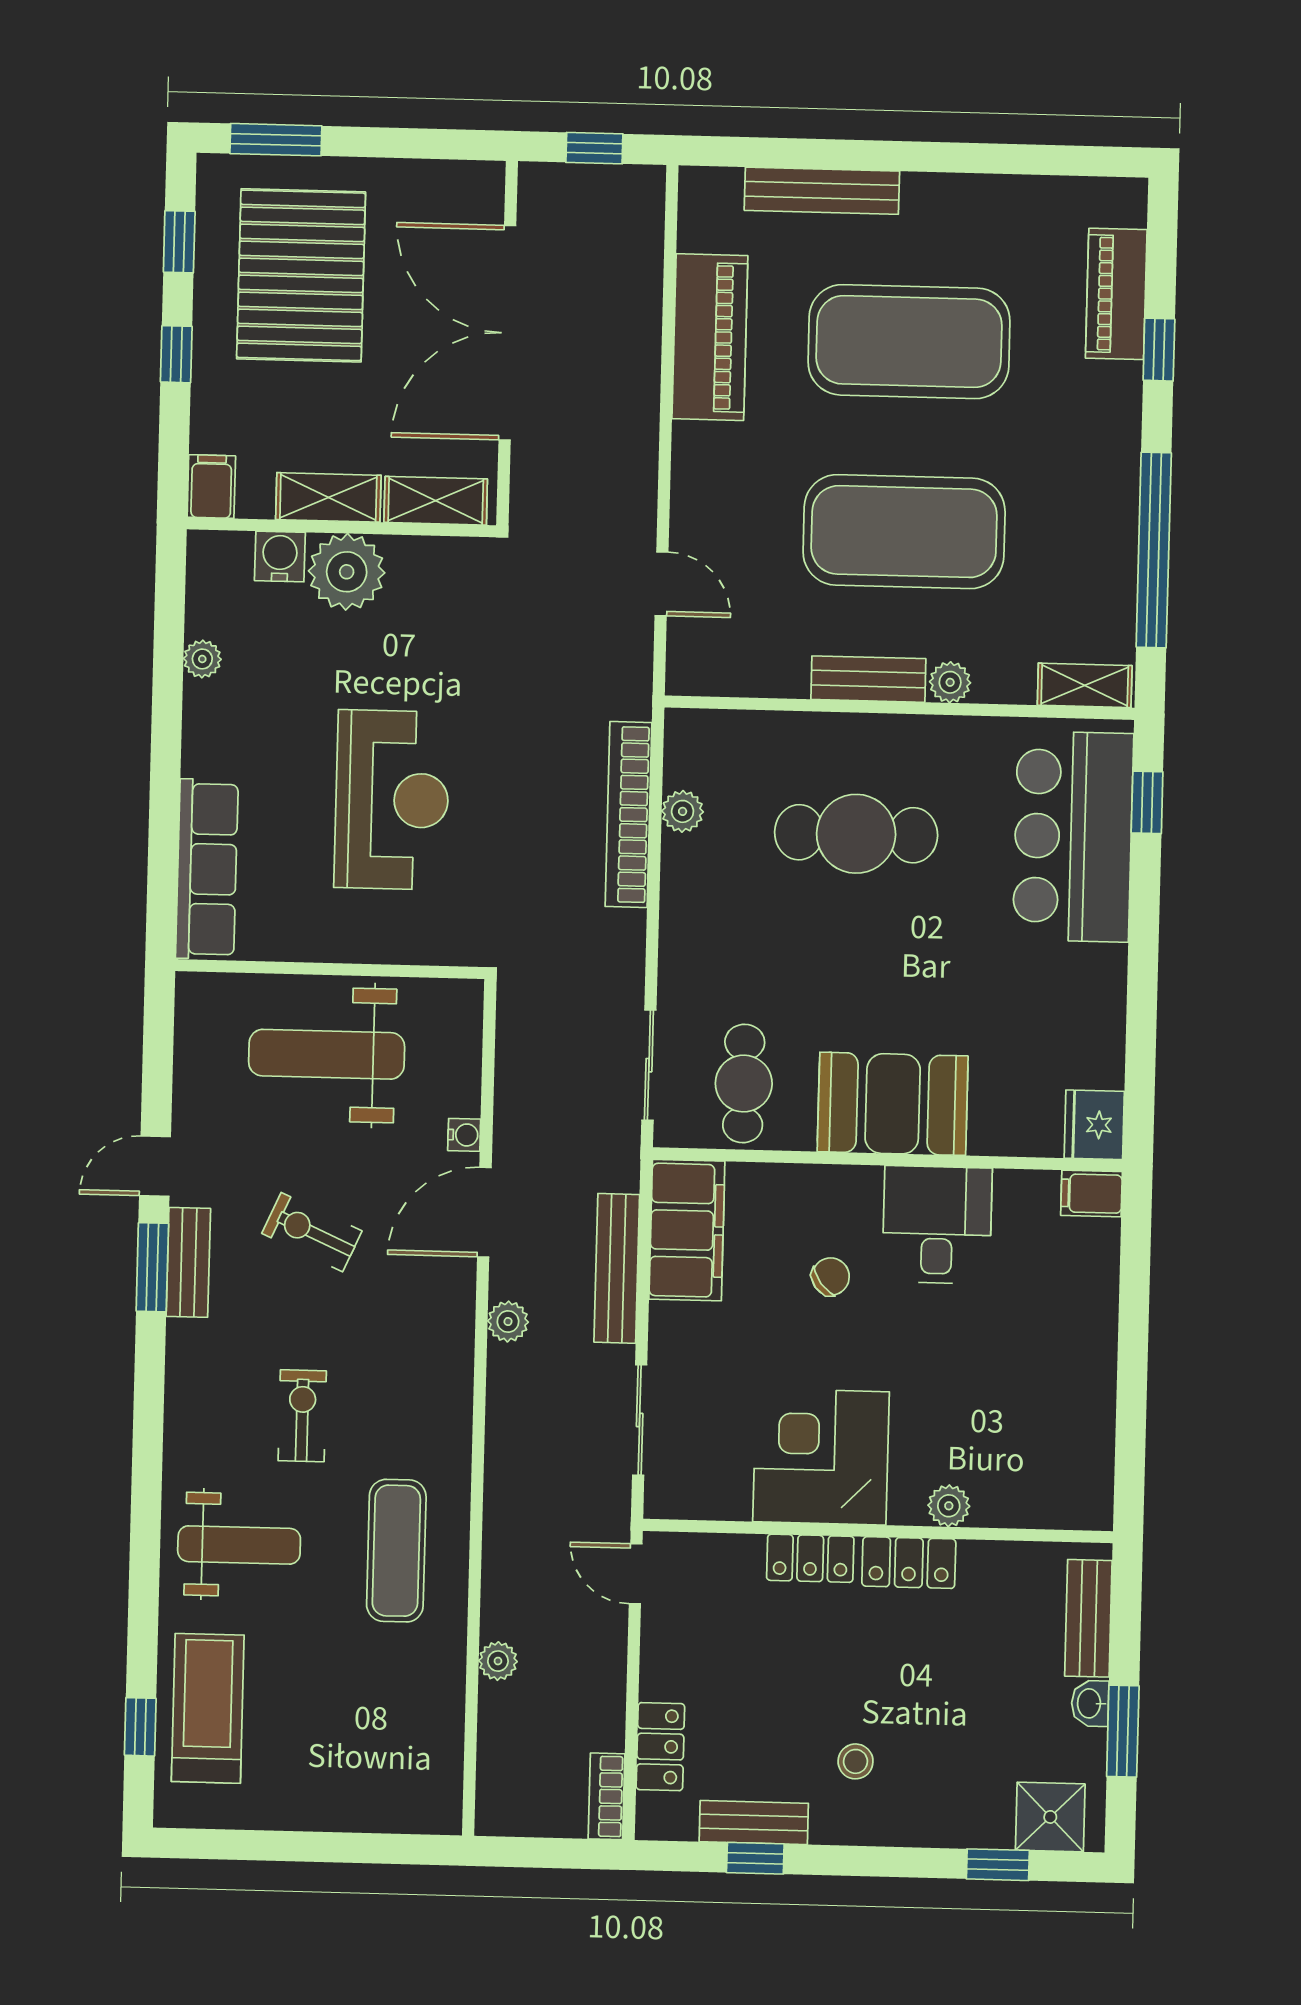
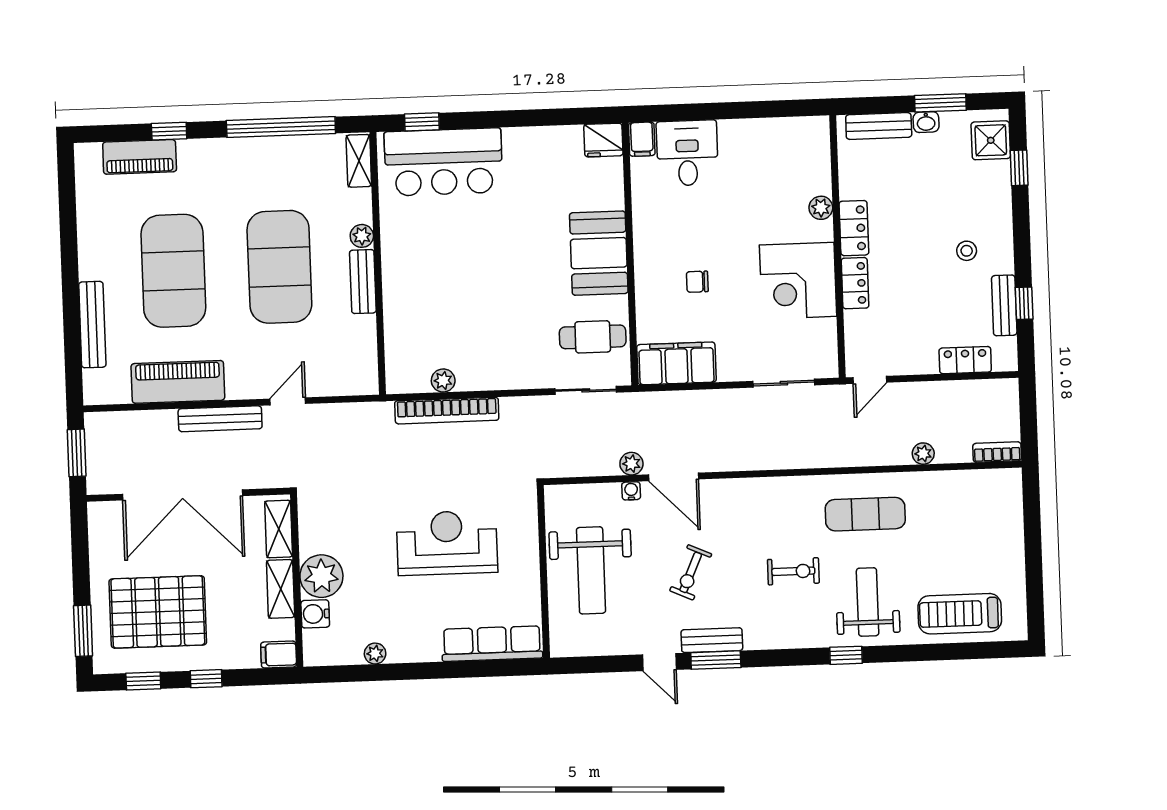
window: (594, 148) -> (77, 453), width x1.50
door: (662, 584) -> (288, 401), moved
cafe table: (856, 834) -> (450, 283), removed
desk: (937, 1225) -> (687, 153), moved, turned 90
bench: (617, 1268) -> (220, 419), moved
chair: (831, 1277) -> (697, 282), turned -53
plant: (508, 1322) -> (631, 464), moved
exercise bike: (302, 1416) -> (793, 571), turned 180
window: (140, 1727) -> (846, 655), moved
bookcase: (607, 1796) -> (997, 452), moved, turned 180

